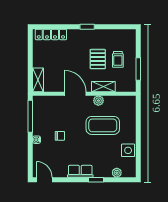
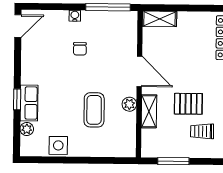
trolley: (118, 59) -> (202, 131), moved
door: (75, 94) -> (139, 71), hinge flipped
coffee table: (103, 125) -> (94, 110), width x0.73, depth x0.76
row of seats: (80, 171) -> (29, 103), moved

